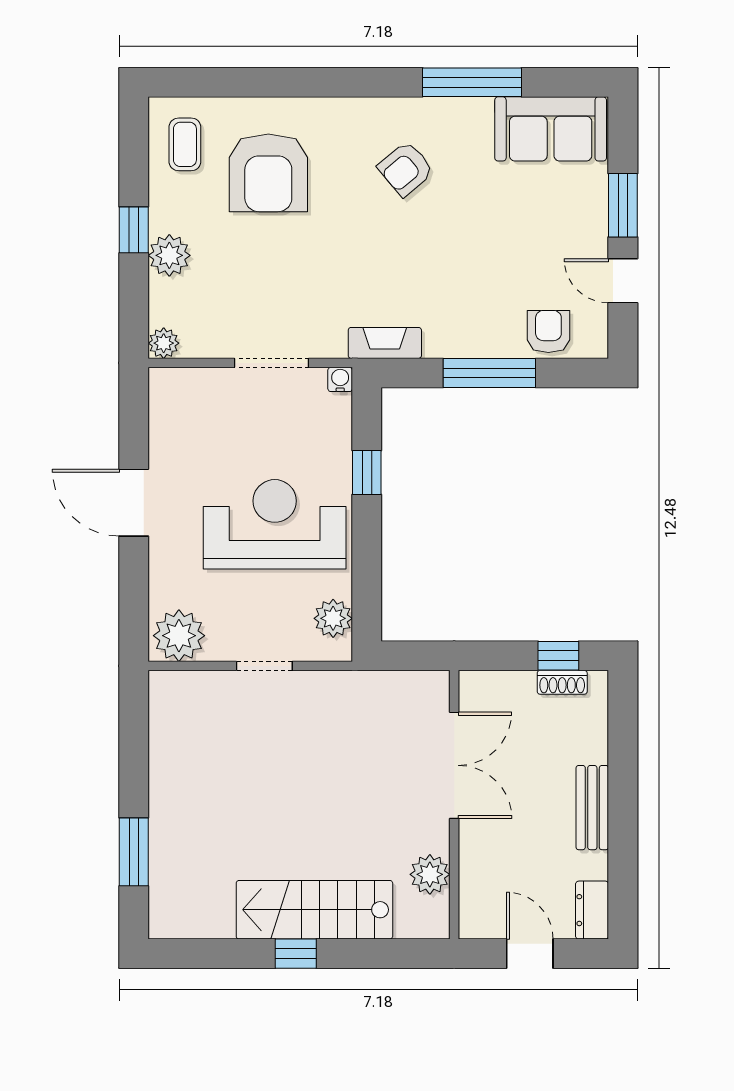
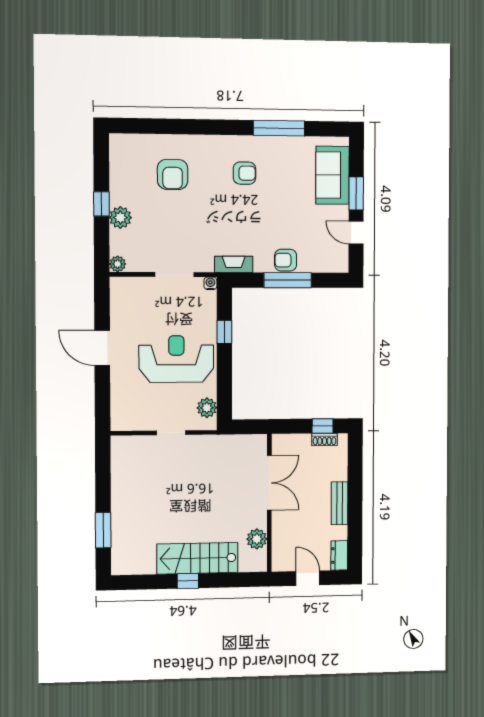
sofa: (551, 129) -> (332, 175), moved, turned 90
coffee table: (185, 144) -> (128, 159), removed
armchair: (406, 169) -> (244, 173), turned -140
armchair: (268, 173) -> (173, 174), width x0.73, depth x0.73
armchair: (548, 331) -> (286, 260), moved, turned -90
plant: (179, 636) -> (126, 417), removed

